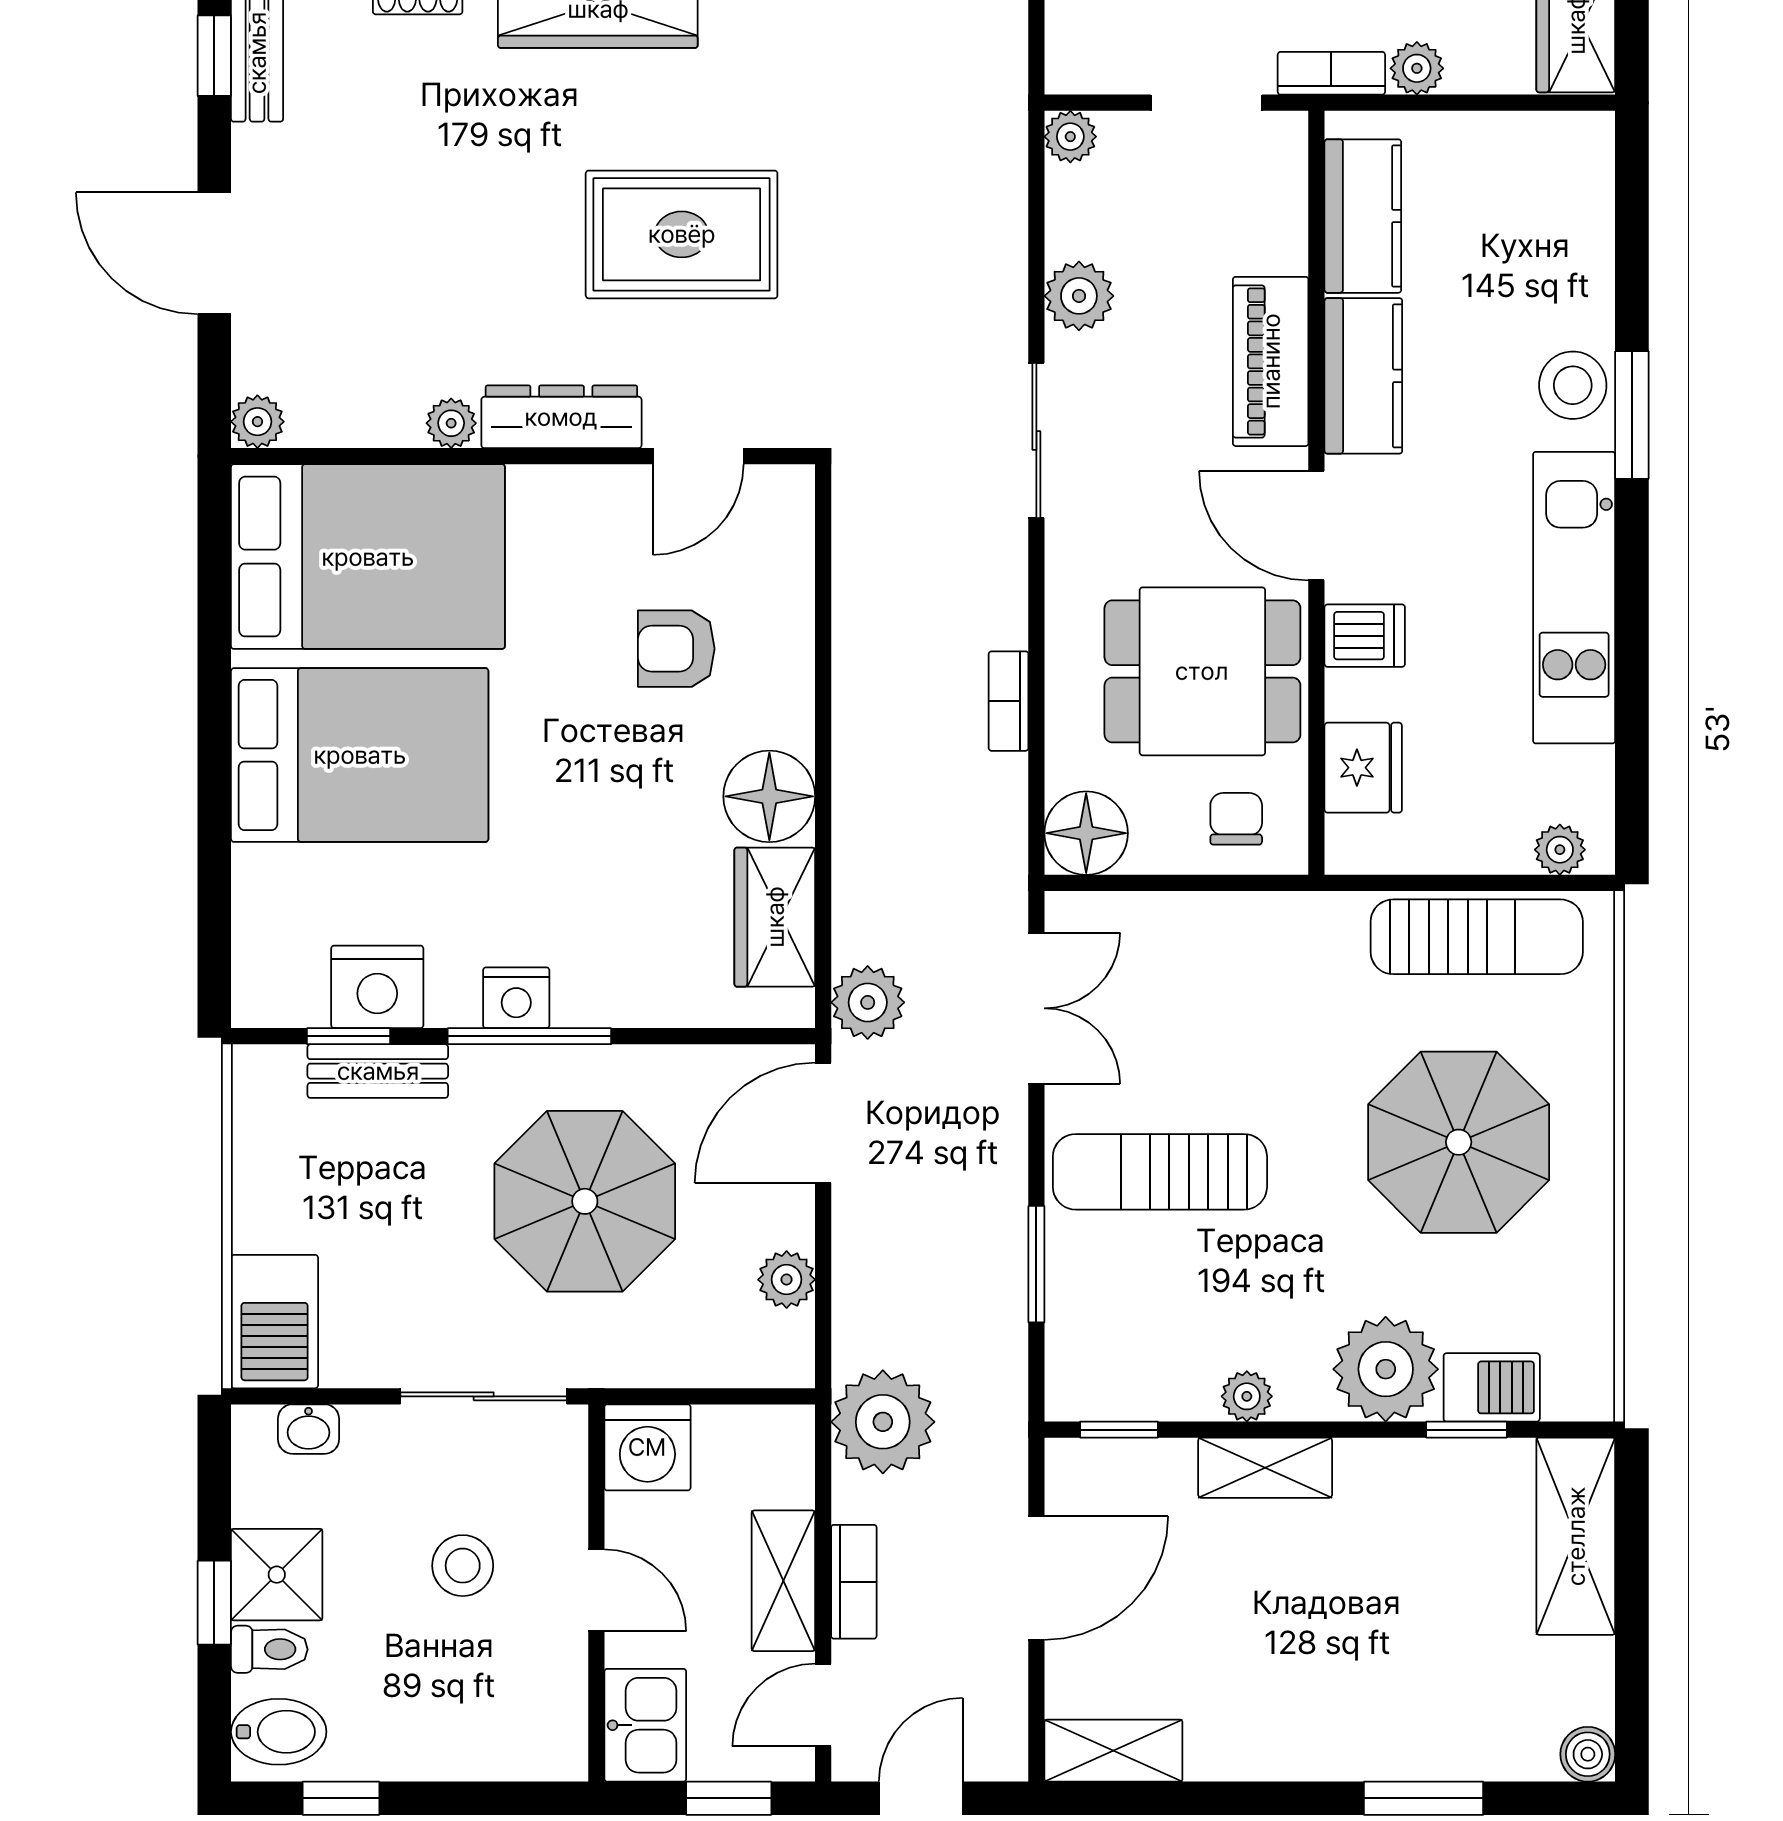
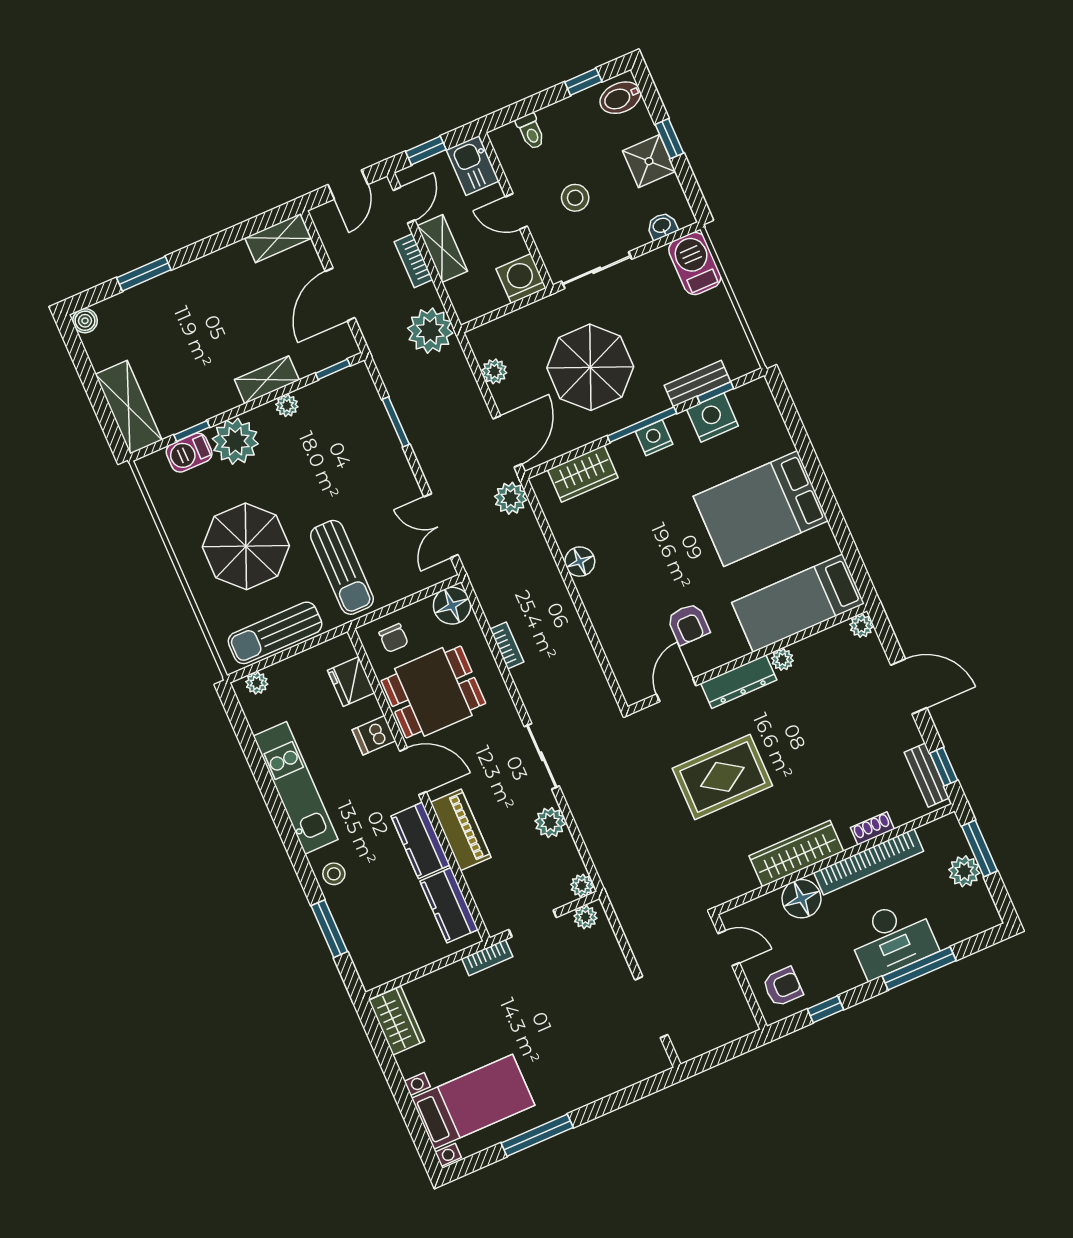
plant: (1417, 68) -> (585, 917), moved
stool: (1573, 385) -> (334, 874), width x0.73, depth x0.73
window: (1632, 415) -> (329, 929), moved
bed: (368, 557) -> (798, 603), width x0.67
armchair: (676, 649) -> (688, 624), moved, turned 90
floor lamp: (769, 796) -> (580, 562), width x0.73, depth x0.73
wardrobe: (775, 917) -> (583, 474), moved, turned 90
sun lounger: (1160, 1172) -> (342, 567), moved, turned 90
toilet: (269, 1649) -> (531, 131), moved, turned -90

